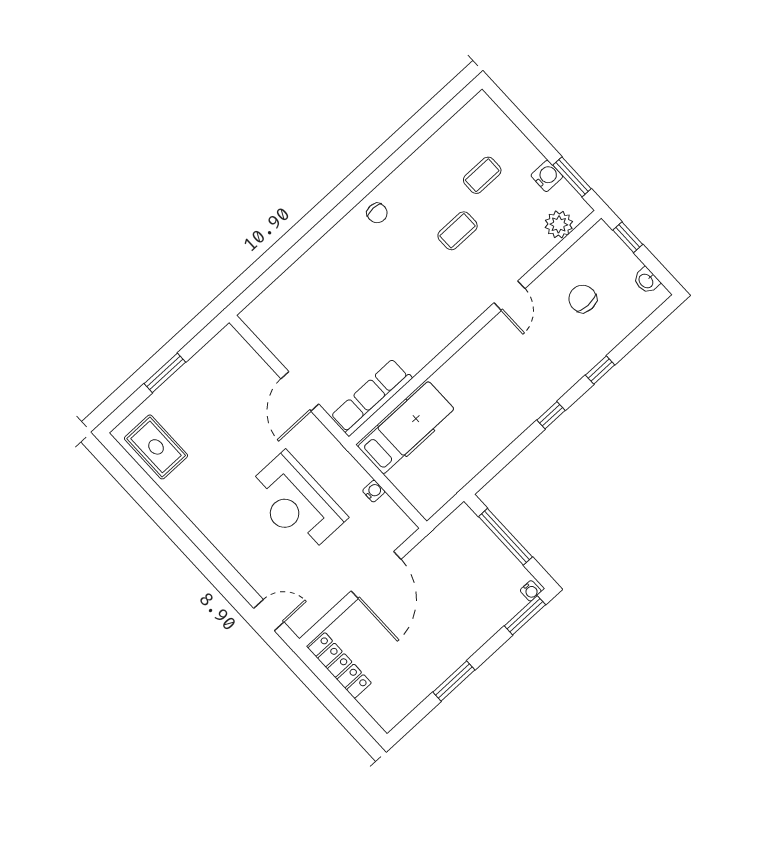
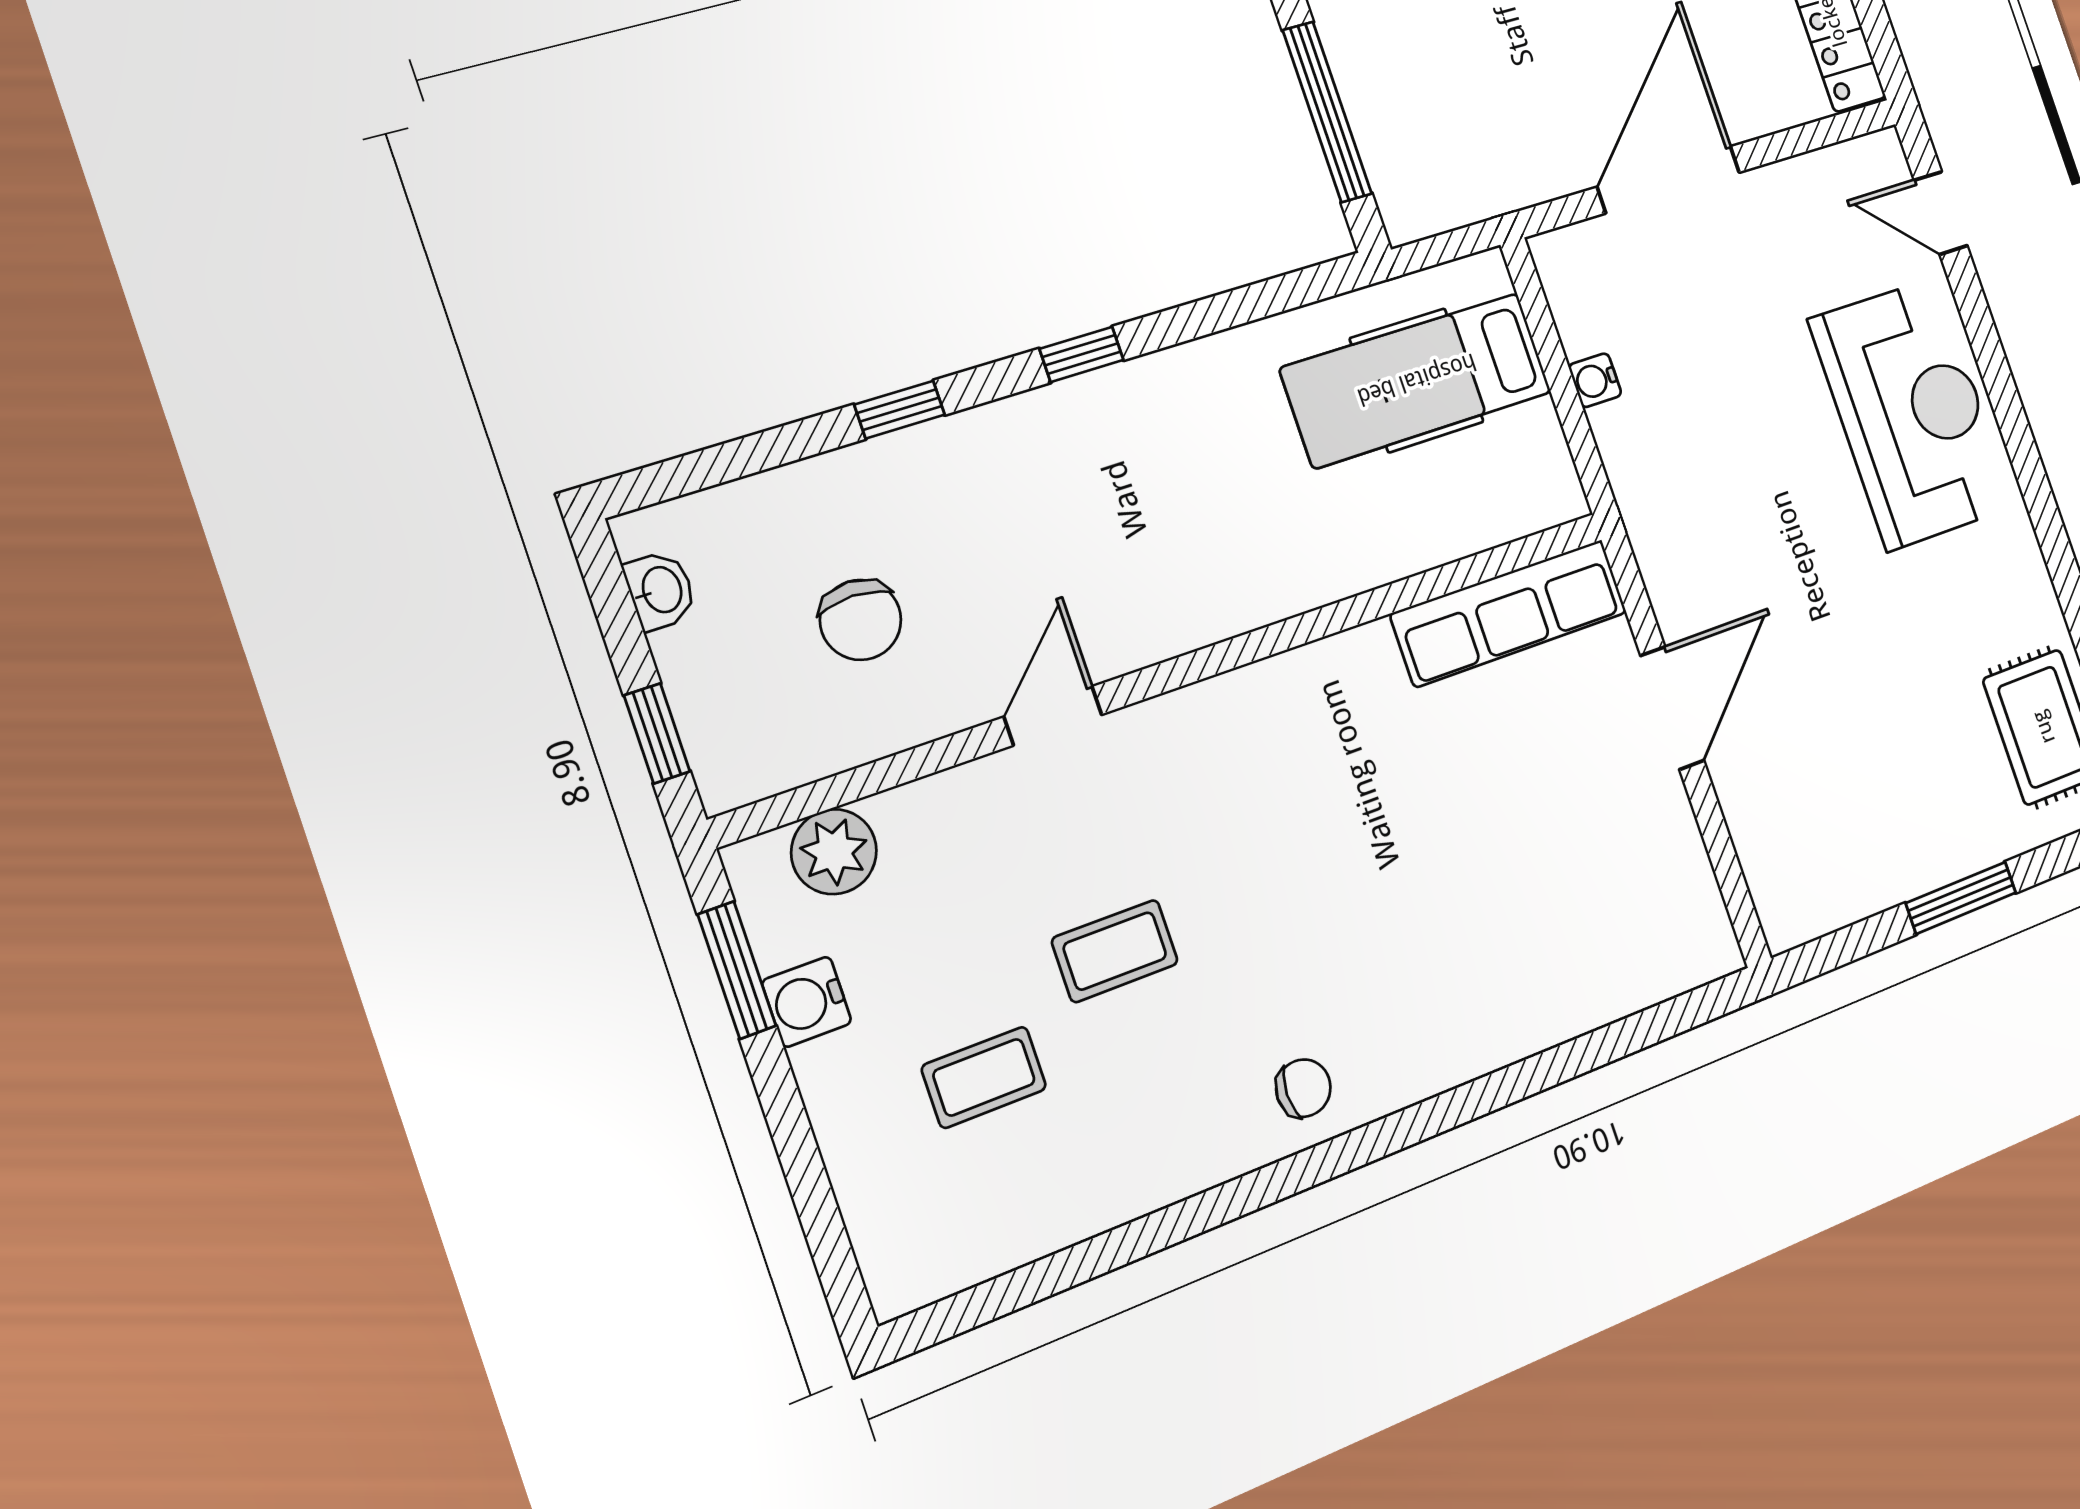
chair: (377, 213) -> (1303, 1088), turned 90
hospital bed: (406, 428) -> (1417, 380), moved
reception desk: (296, 503) -> (1912, 413), moved

